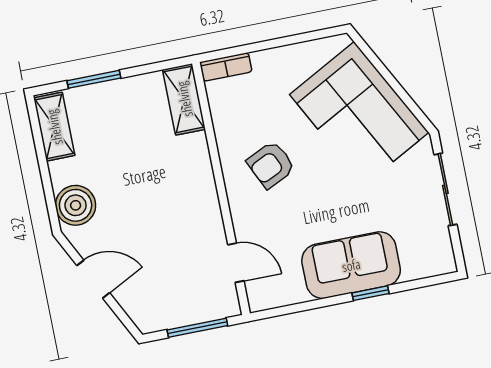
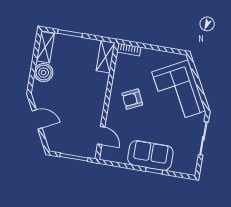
boiler: (76, 205) -> (44, 73), moved

